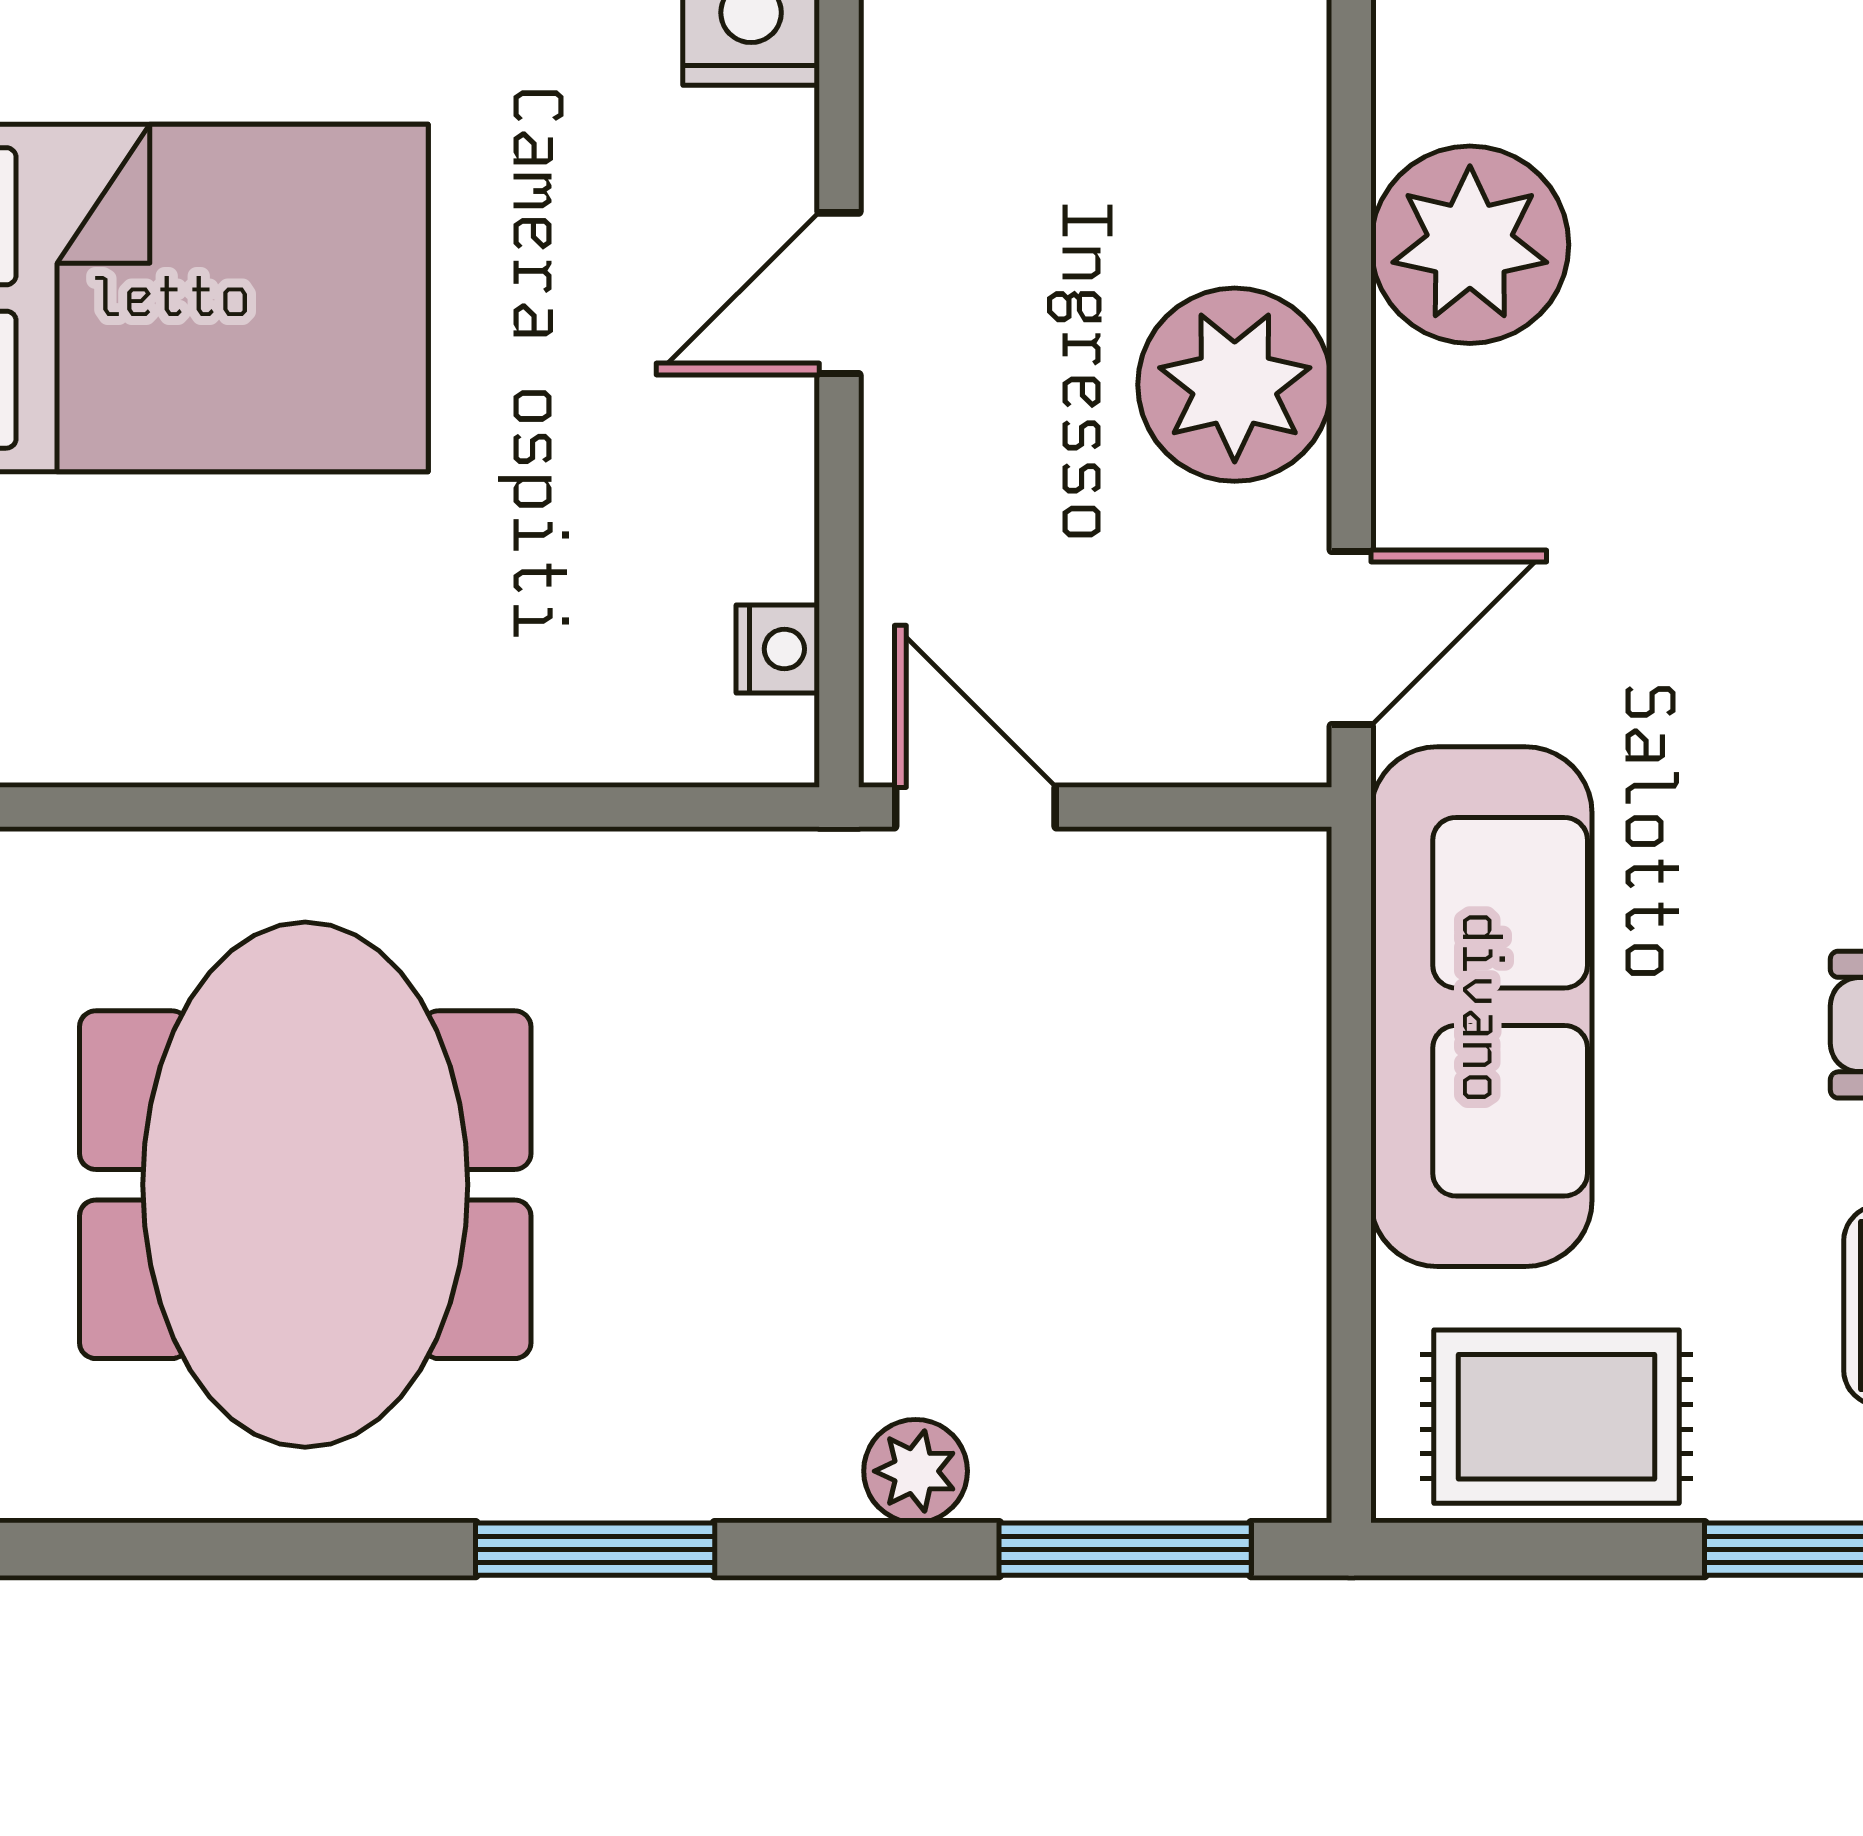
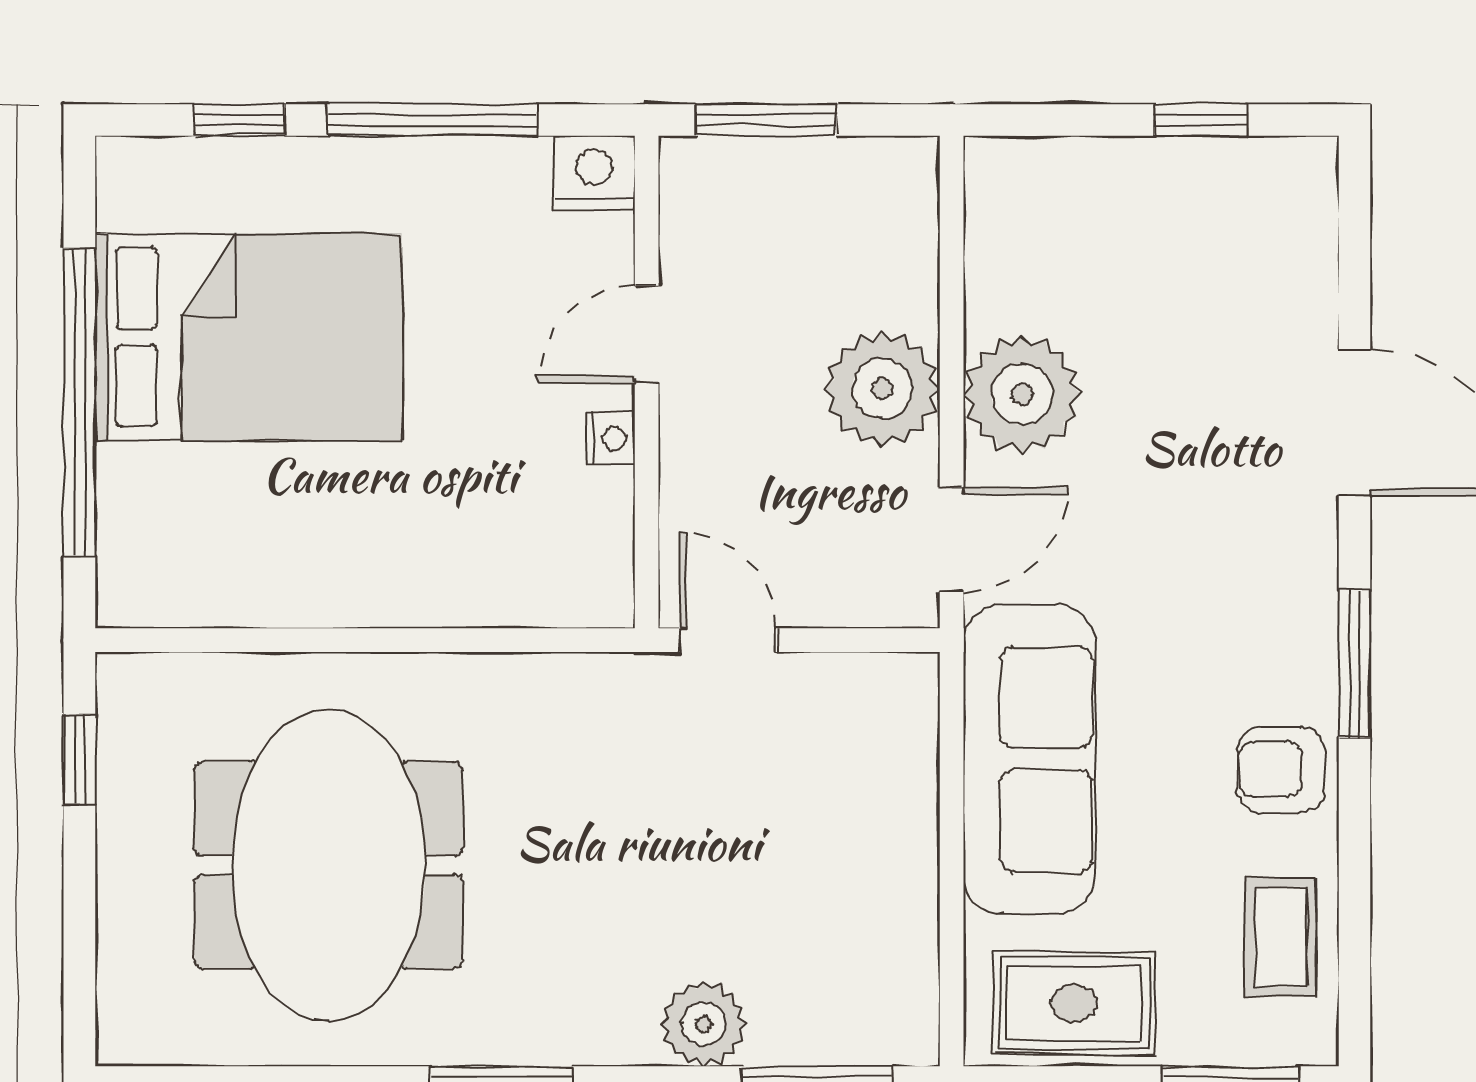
plant: (1470, 245) -> (1022, 394), moved
nightstand: (778, 649) -> (610, 439), moved
plant: (916, 1471) -> (704, 1024), width x1.38, depth x1.38

